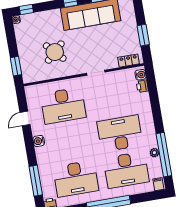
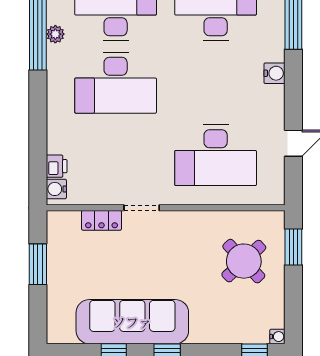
round table: (55, 52) -> (244, 261), moved
locker: (128, 61) -> (101, 220), moved
desk: (63, 106) -> (216, 155), turned 180
water cooler: (39, 141) -> (274, 73), moved

